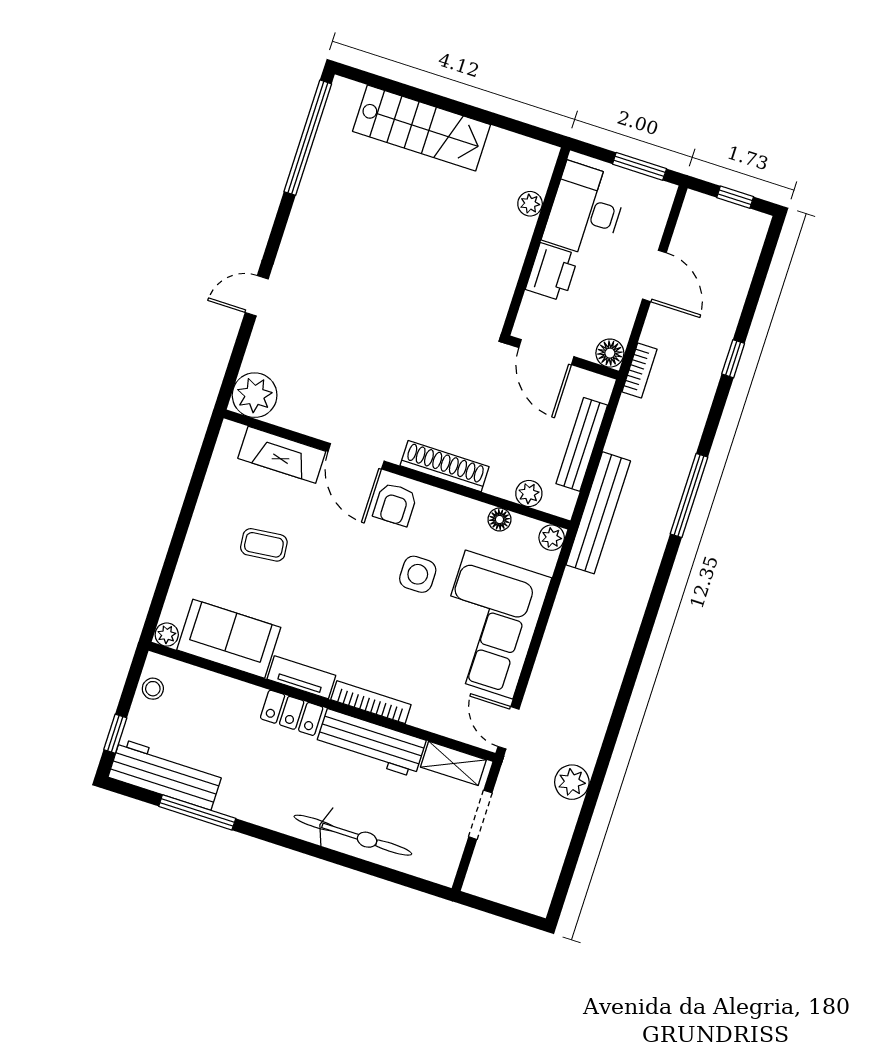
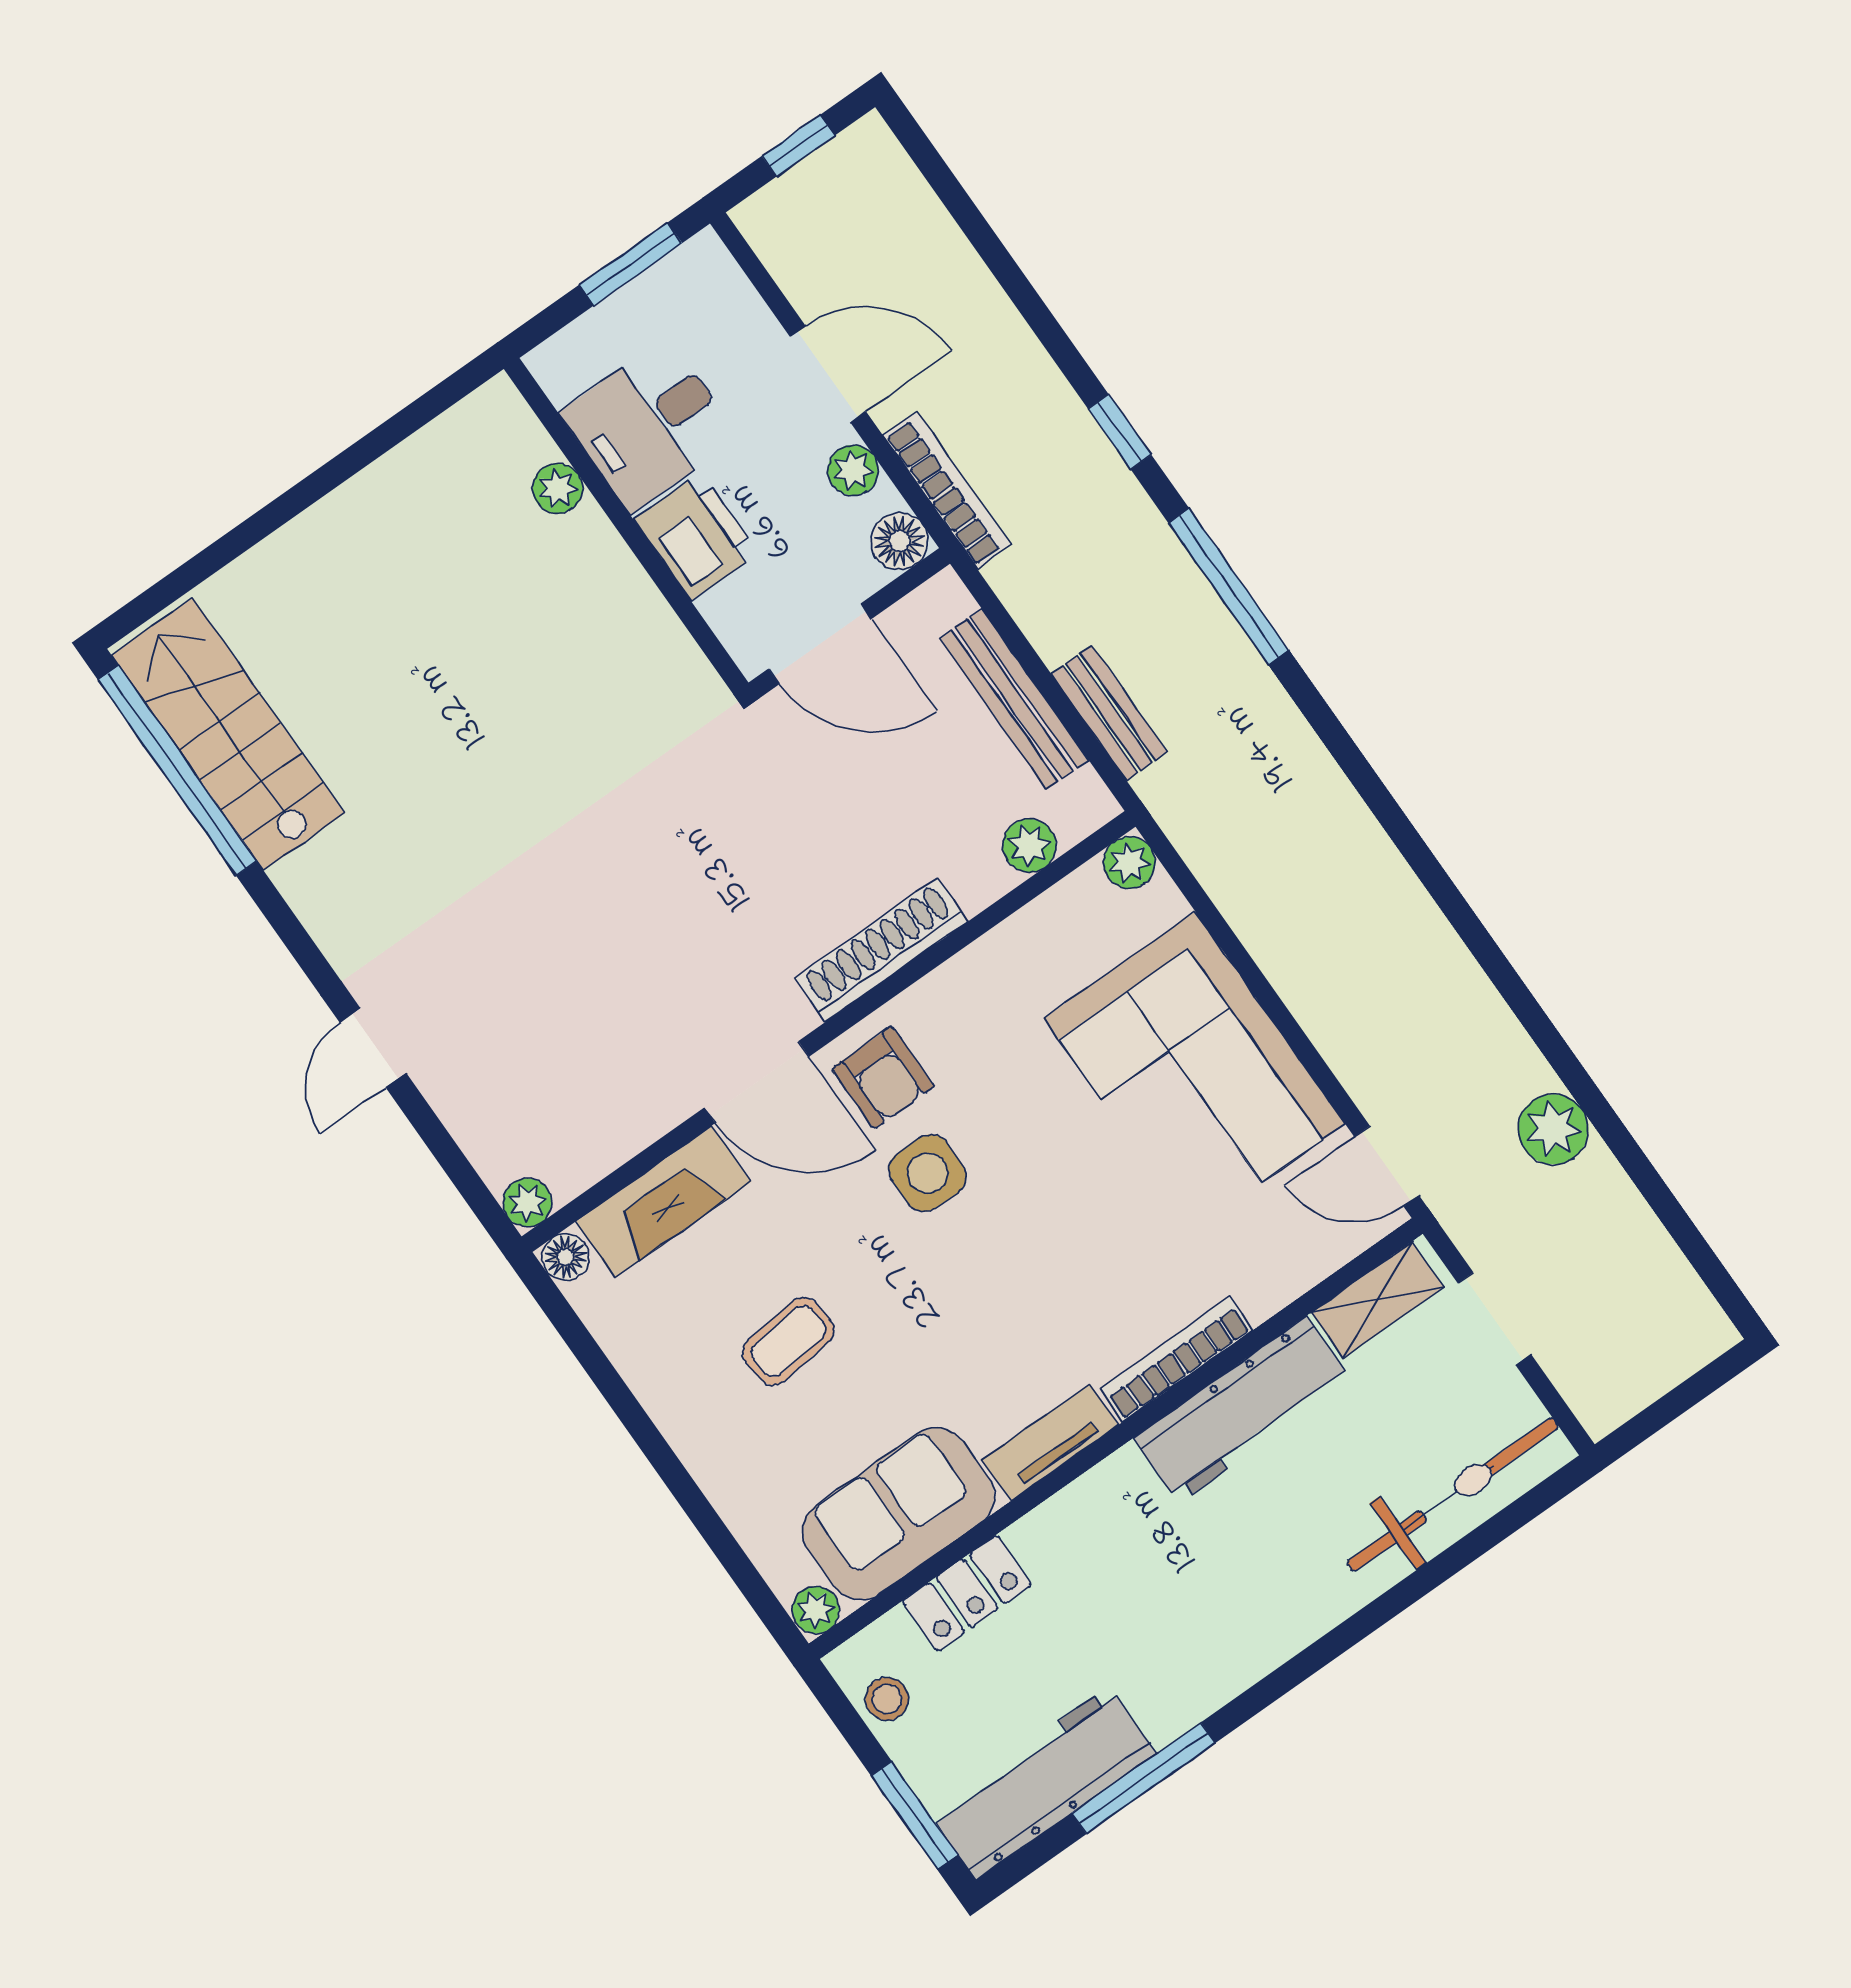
stairs: (422, 128) -> (228, 734), moved, turned -90
desk: (585, 210) -> (649, 425), width x0.73
plant: (624, 314) -> (853, 470), added
window: (733, 359) -> (1120, 432), moved
bookcase: (639, 370) -> (947, 490), width x1.56
plant: (255, 395) -> (527, 1203), width x0.53, depth x0.53
bench: (598, 513) -> (1109, 713), width x0.54, depth x0.82
floor lamp: (499, 519) -> (566, 1257), moved
side table: (418, 574) -> (928, 1173), moved
locker: (292, 713) -> (967, 1593), moved
window: (115, 734) -> (915, 1815), width x1.50
bicycle: (353, 835) -> (1453, 1495), moved

